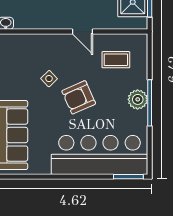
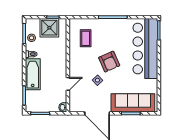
door: (82, 31) -> (68, 84), moved
plant: (138, 99) -> (111, 25), removed

